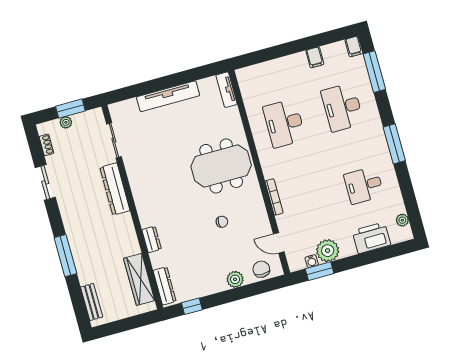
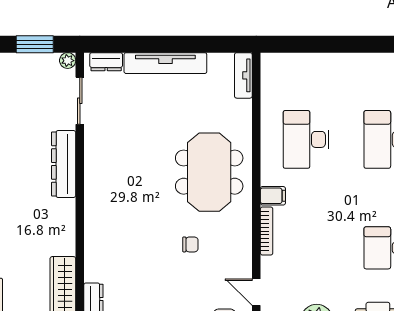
filing cabinet: (315, 57) -> (273, 196), moved, turned -90
plant: (66, 122) -> (68, 61), moved
meeting table: (221, 166) -> (209, 172), turned 90
dresser: (152, 239) -> (106, 62), moved, turned 90

